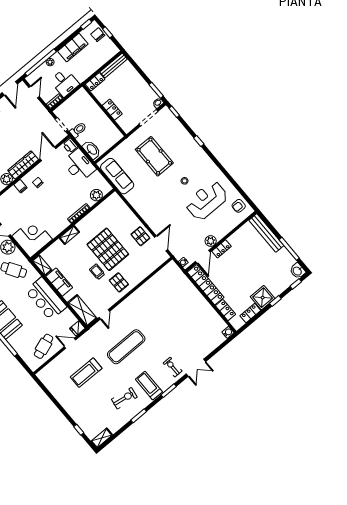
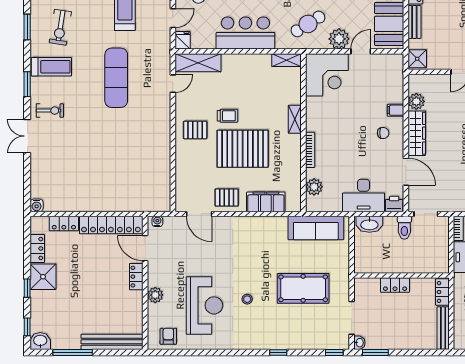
plant: (211, 241) -> (155, 295), moved
filing cabinet: (59, 282) -> (266, 202), moved, turned 180
door: (104, 314) -> (173, 84), swing flipped

